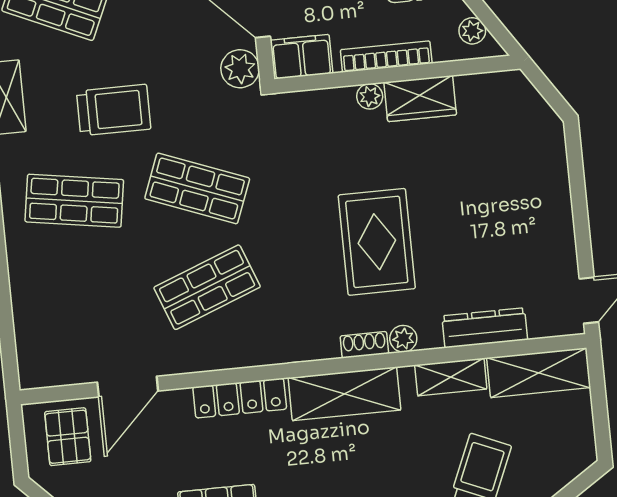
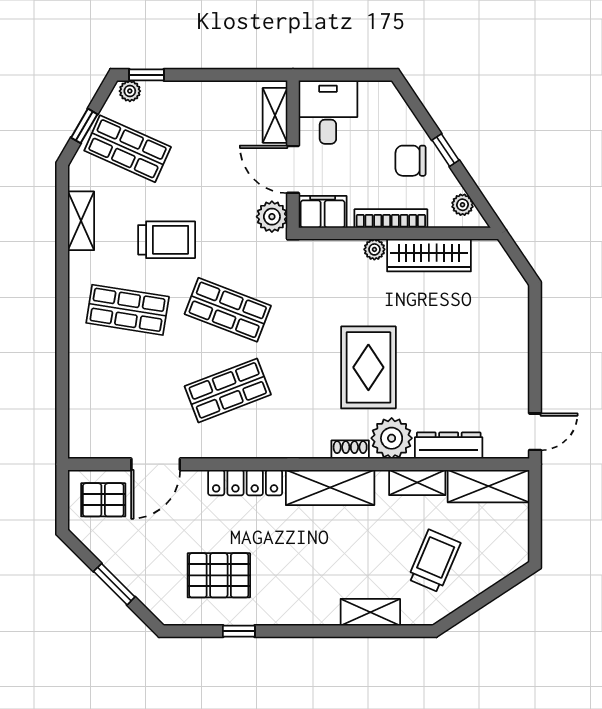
wardrobe: (420, 99) -> (429, 255), width x1.50
plant: (403, 339) -> (392, 438), width x1.88, depth x1.88
pallet: (68, 437) -> (103, 500), turned 90

